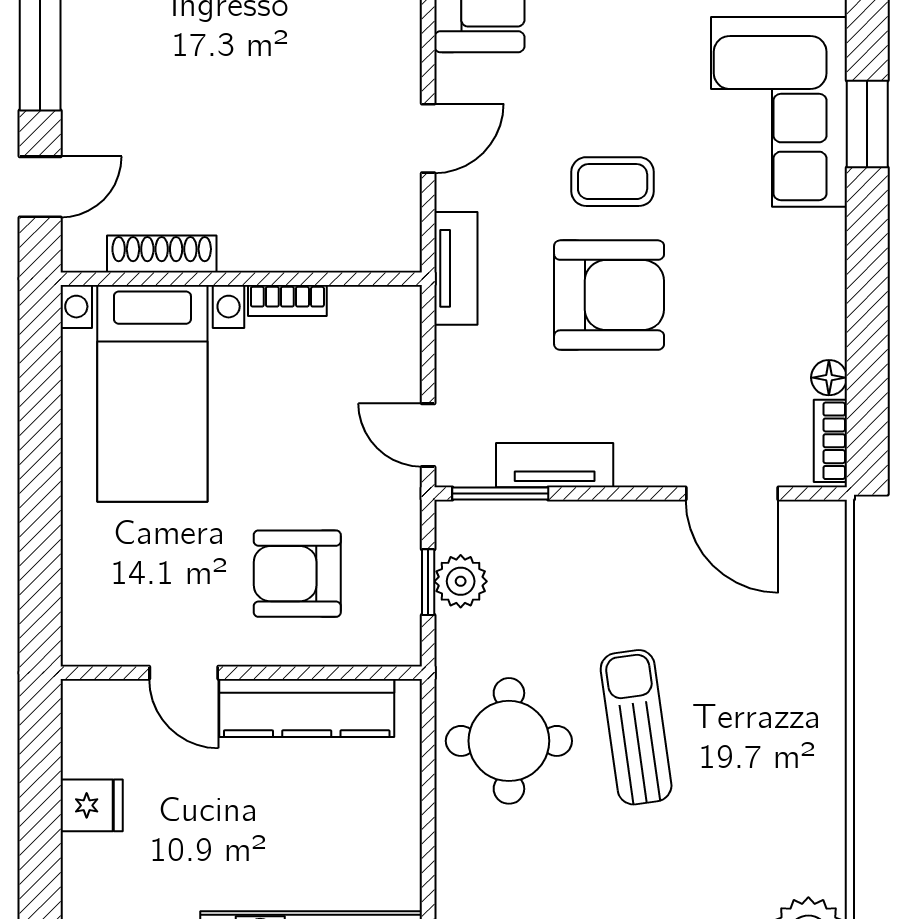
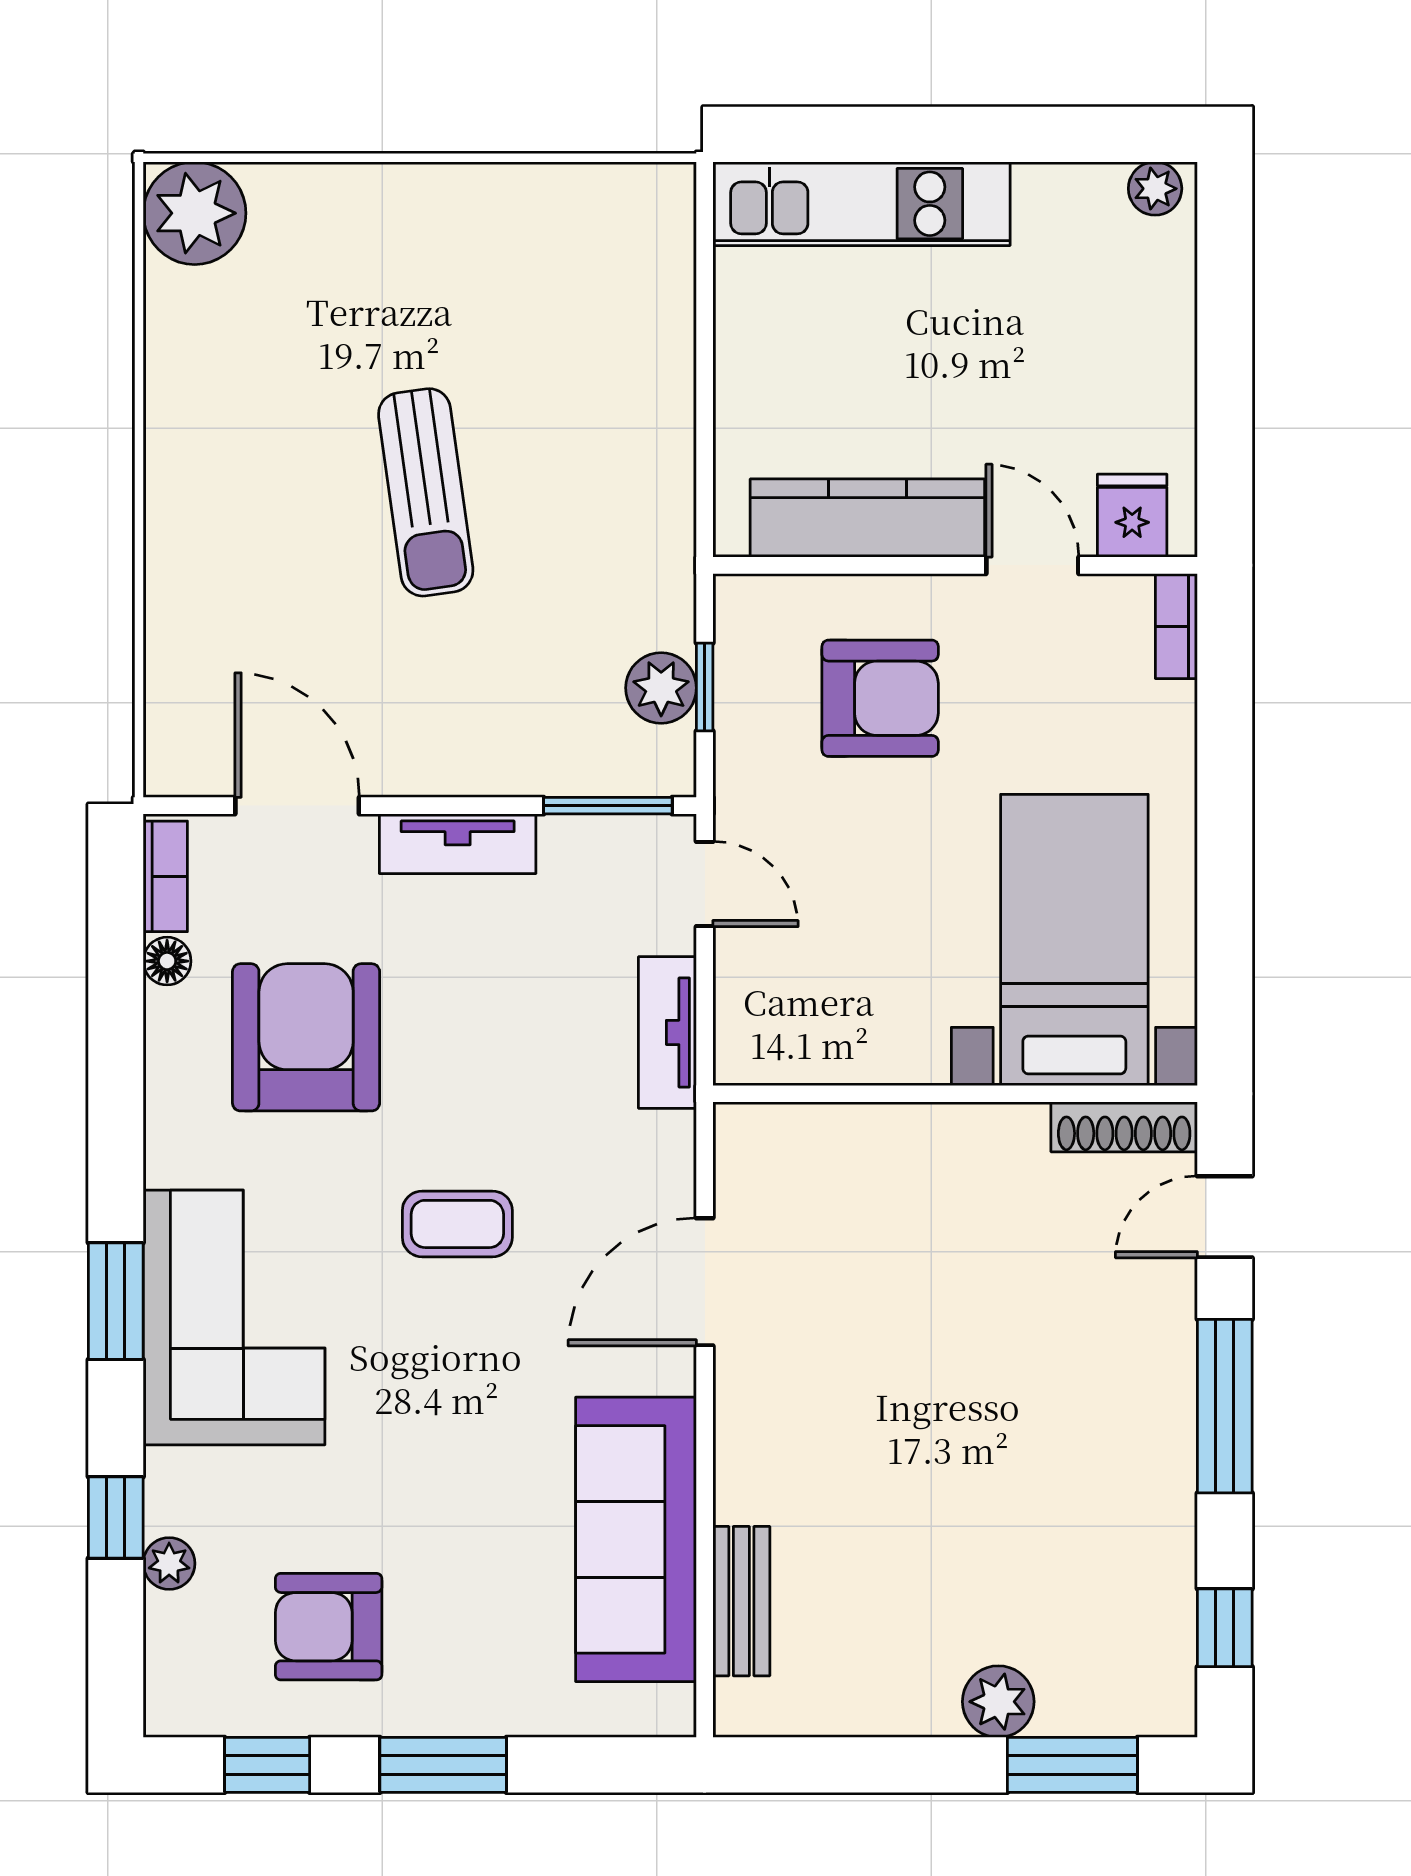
door: (428, 138) -> (705, 1282), width x1.38
shoe rack: (162, 254) -> (1124, 1127), moved
tv unit: (456, 268) -> (667, 1032), moved
armchair: (609, 295) -> (306, 1037), moved, turned 90
bookcase: (287, 300) -> (1176, 626), moved, turned -90
tv unit: (555, 465) -> (458, 844), moved
round table: (509, 741) -> (596, 474), removed
fridge: (92, 805) -> (1132, 516), moved, turned 90

